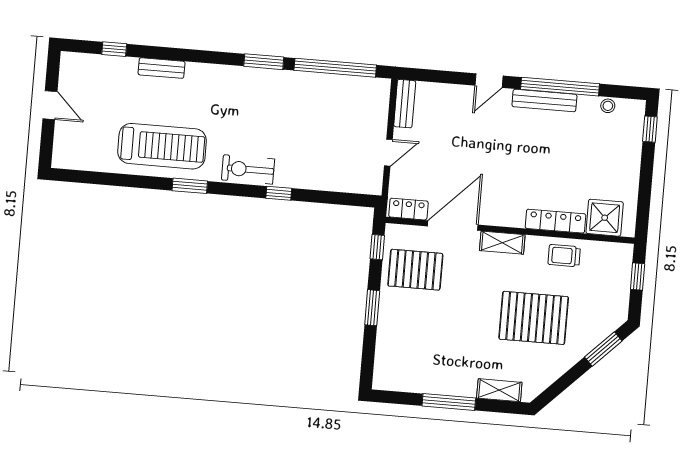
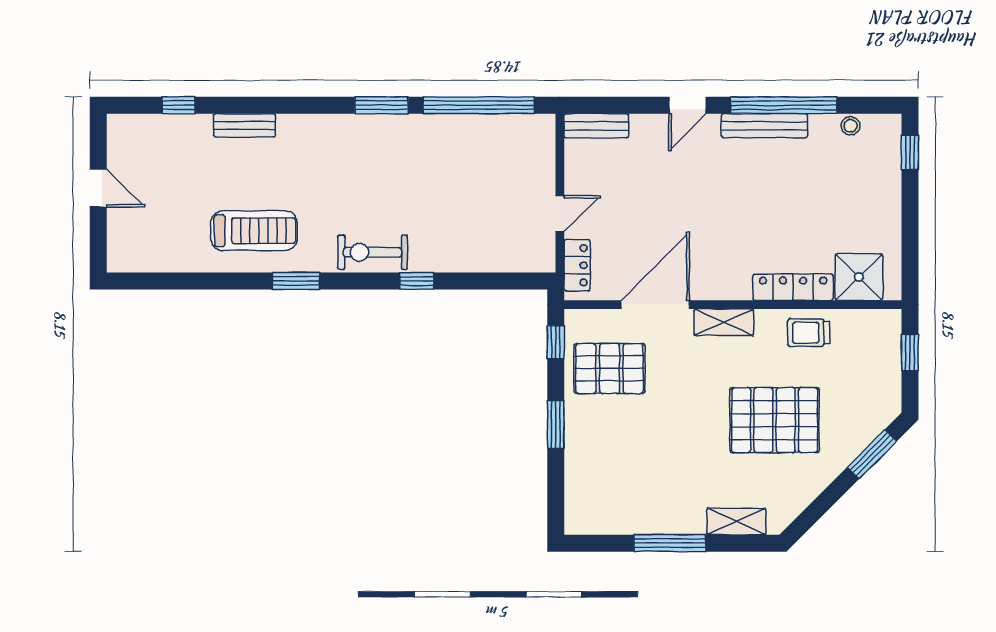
bench: (405, 104) -> (596, 126), moved, turned 90
treadmill: (162, 146) -> (254, 231), width x0.73, depth x0.73
locker: (408, 209) -> (577, 265), moved, turned 90

